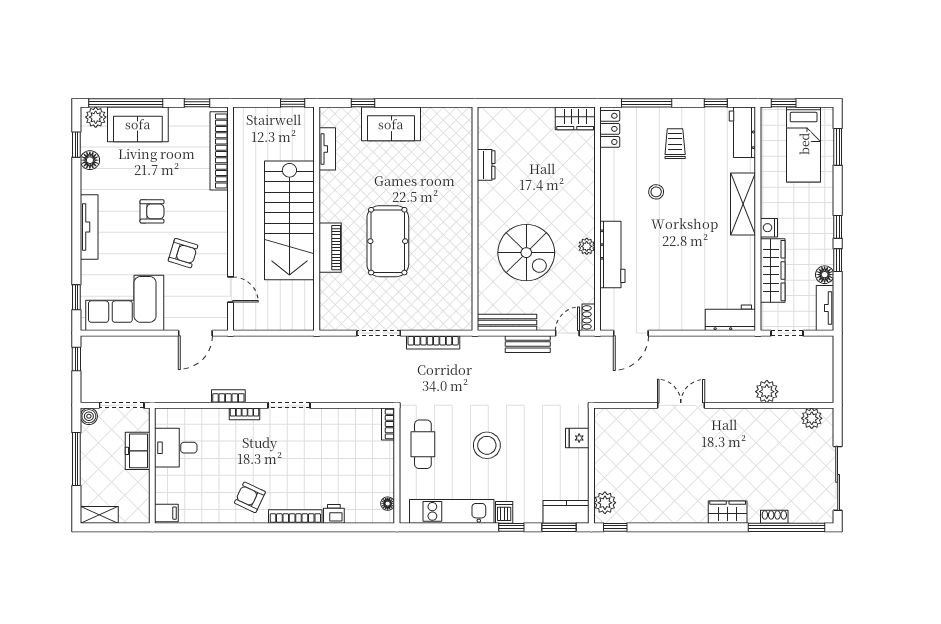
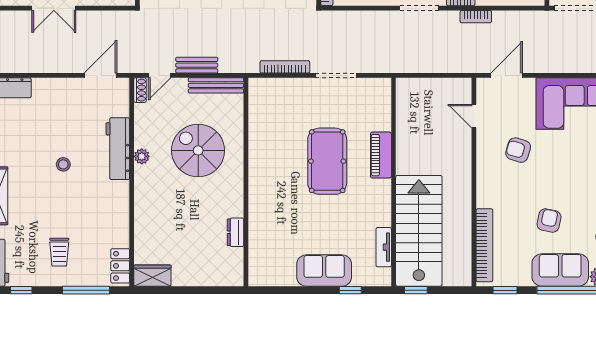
stool: (656, 192) -> (63, 164), moved
armchair: (152, 211) -> (549, 221), moved, turned 102
stairs: (289, 220) -> (419, 231), moved

